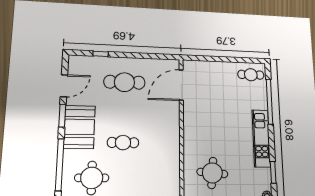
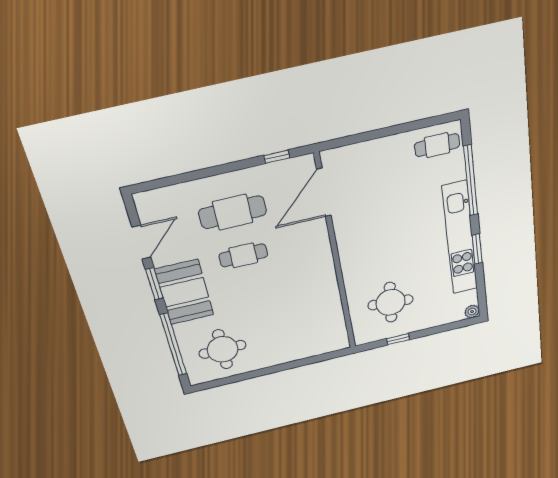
window: (101, 54) -> (277, 157), moved
kitchen unit: (261, 138) -> (460, 238), width x1.36
cafe table: (123, 143) -> (243, 255), moved
window: (273, 172) -> (477, 249), moved

